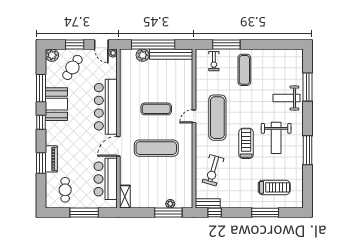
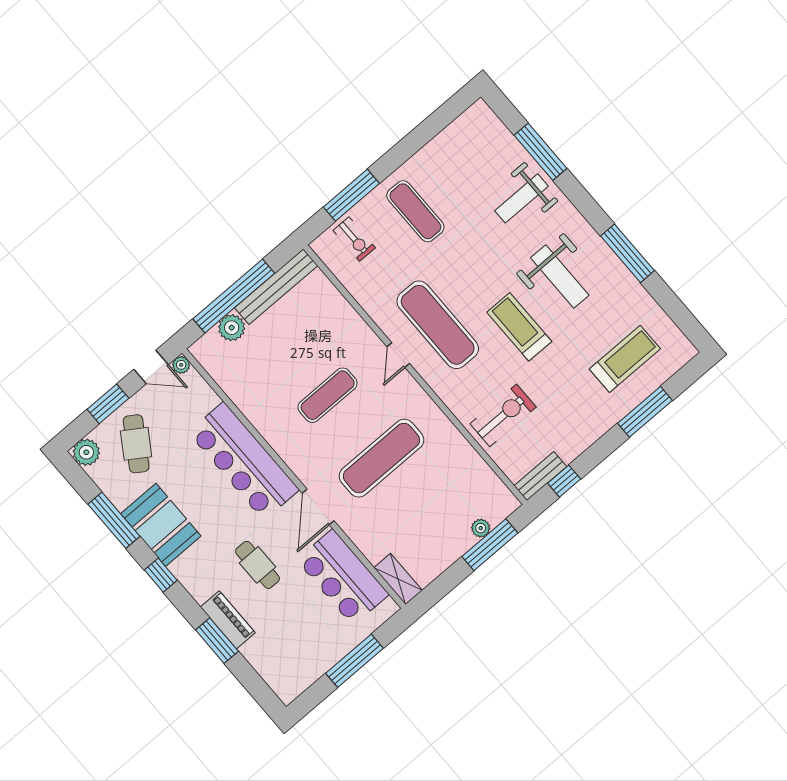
exercise bike: (213, 170) -> (503, 415), turned -106
cafe table: (65, 190) -> (258, 565), moved

